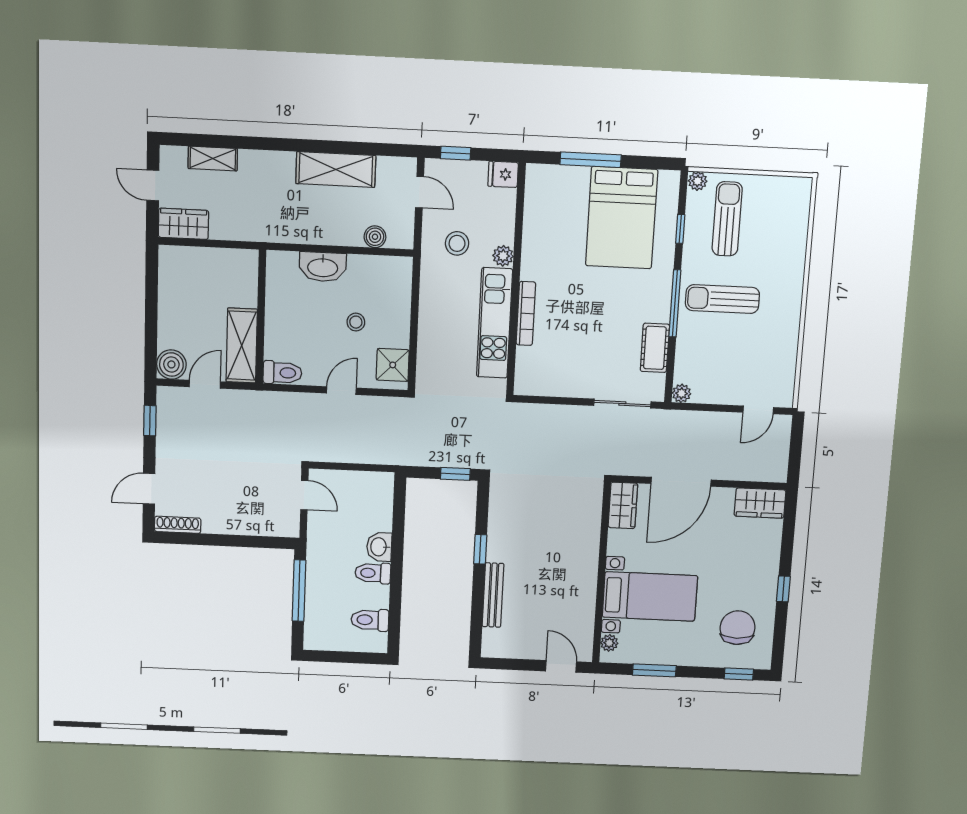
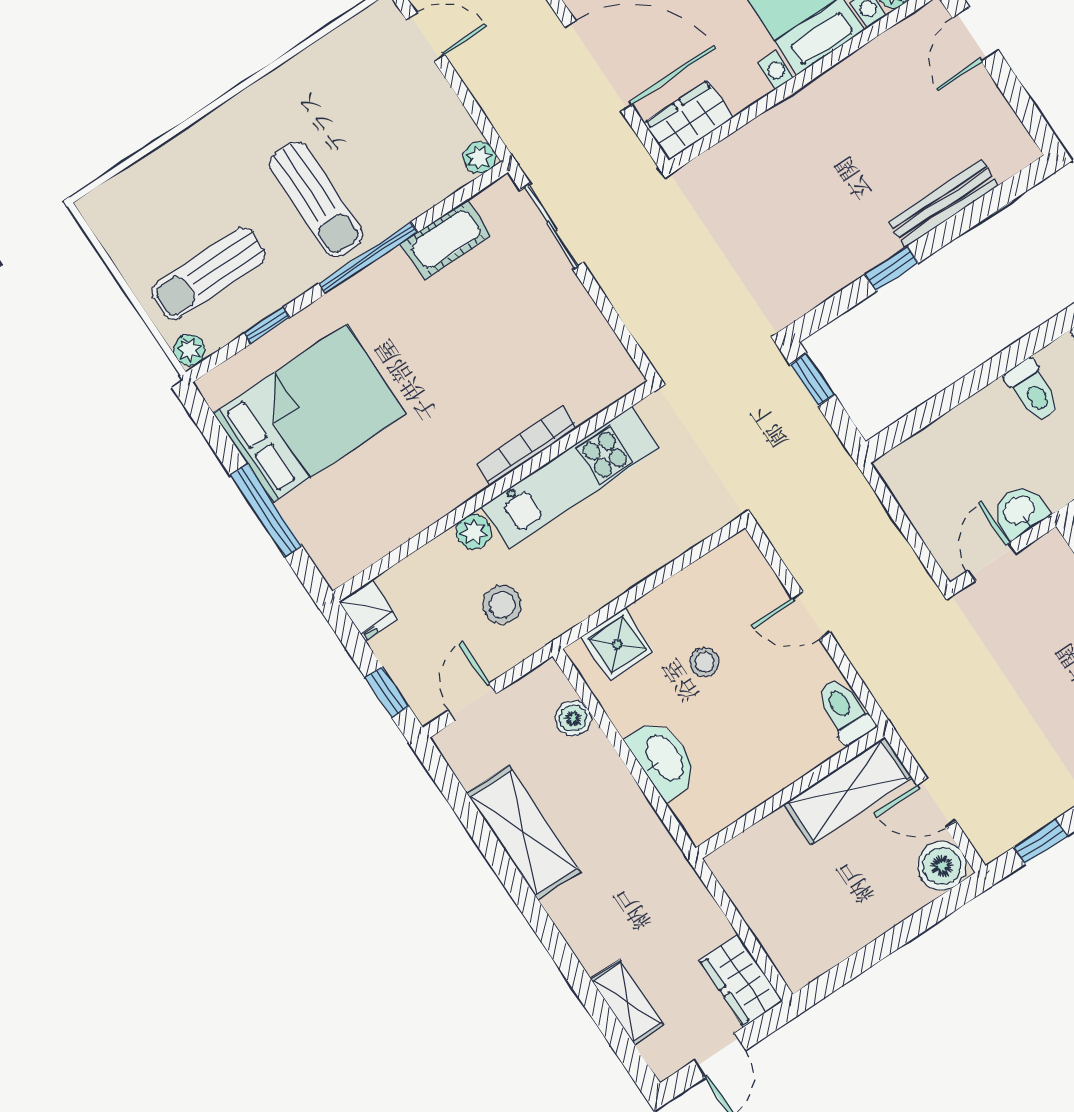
shower: (393, 365) -> (617, 644), moved
washbasin: (379, 547) -> (1019, 511), moved, turned 180

